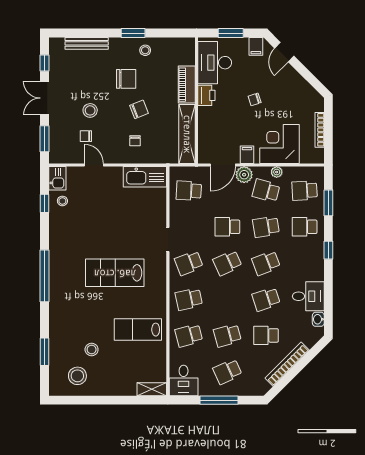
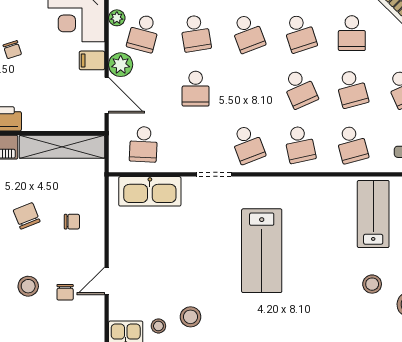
kitchen sink: (145, 177) -> (150, 191), moved, turned 90
stool: (69, 223) -> (191, 317), added
school desk: (227, 263) -> (300, 89), moved
lab bench: (138, 330) -> (373, 214), moved, turned 180

